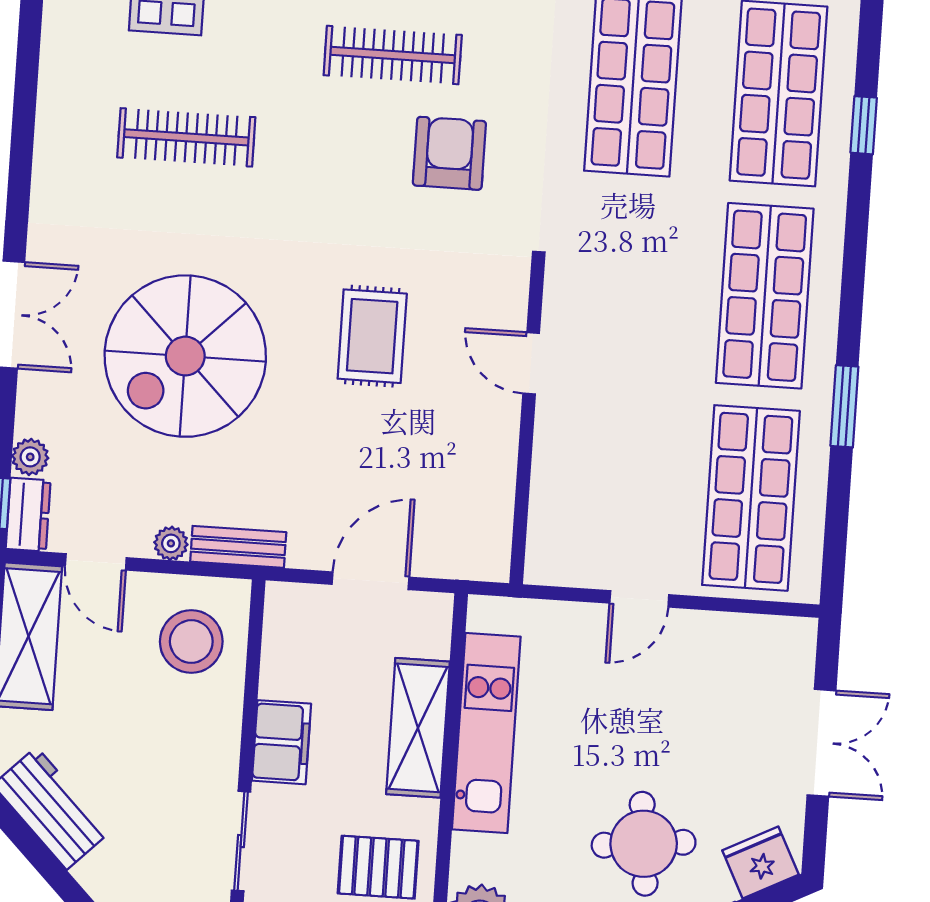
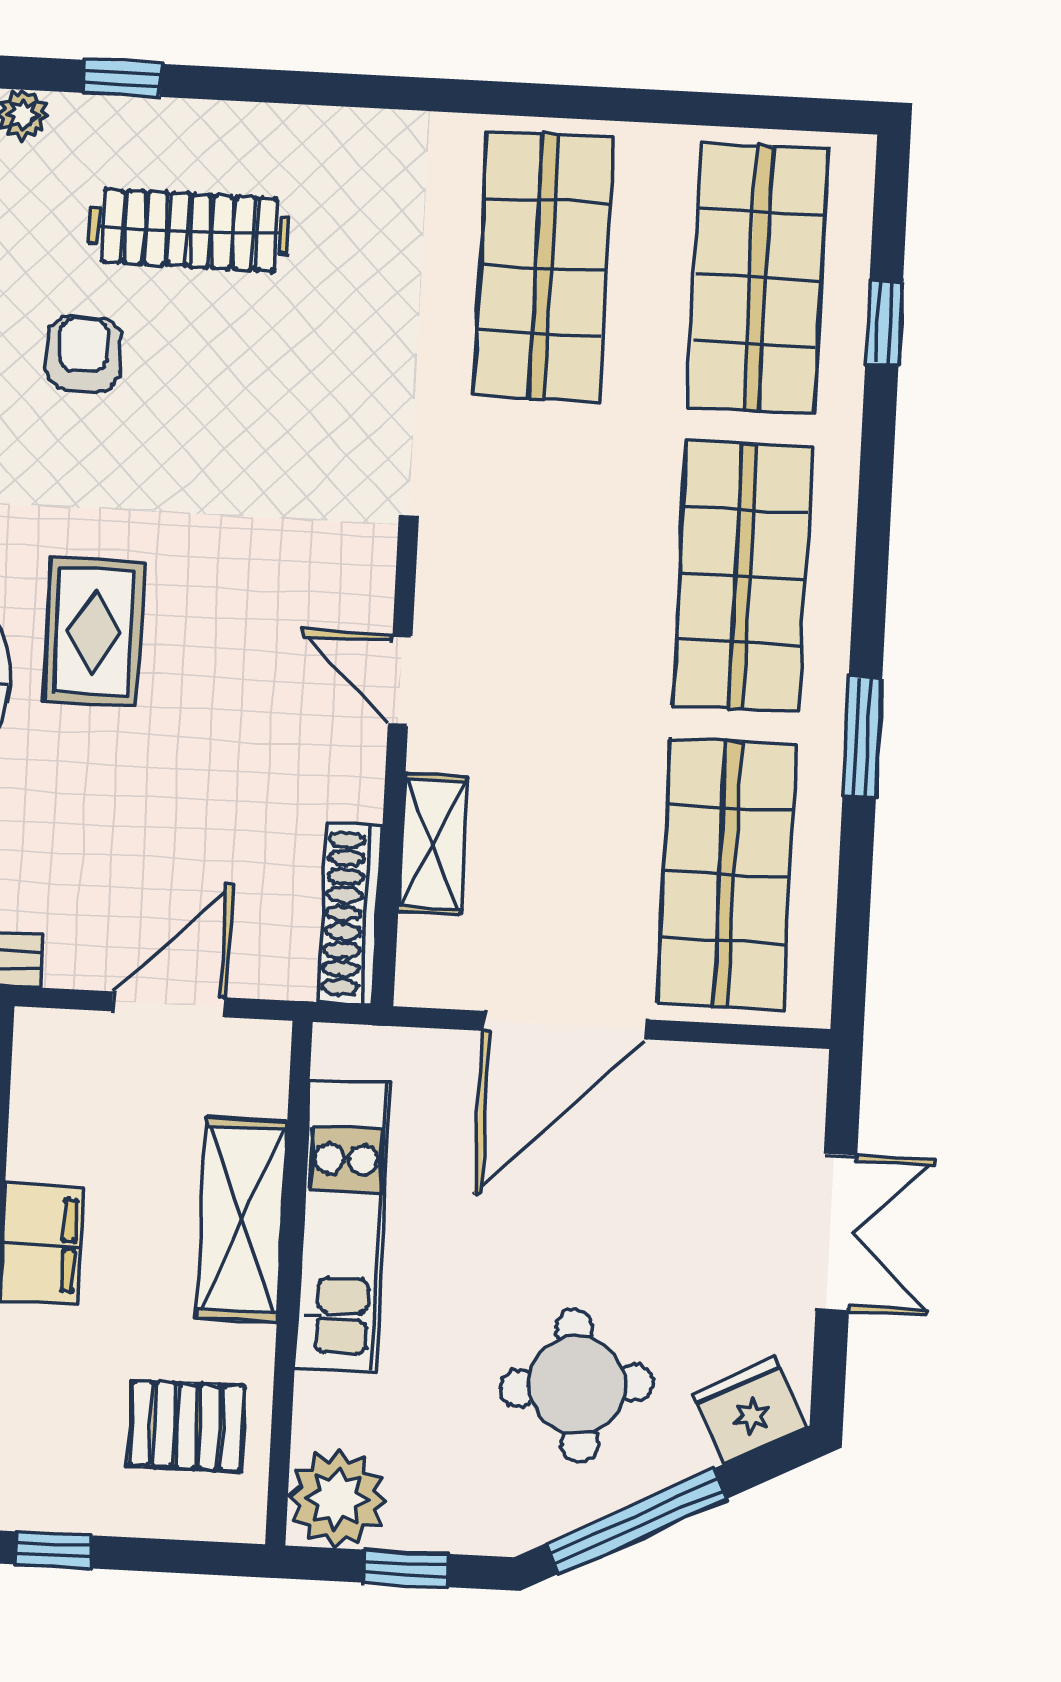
armchair: (449, 153) -> (84, 354), moved, width x0.72, depth x0.72
rug: (372, 336) -> (94, 632), moved
shelving: (552, 475) -> (433, 845), added
shoe rack: (495, 521) -> (350, 914), added
door: (639, 599) -> (565, 1025), width x1.88

